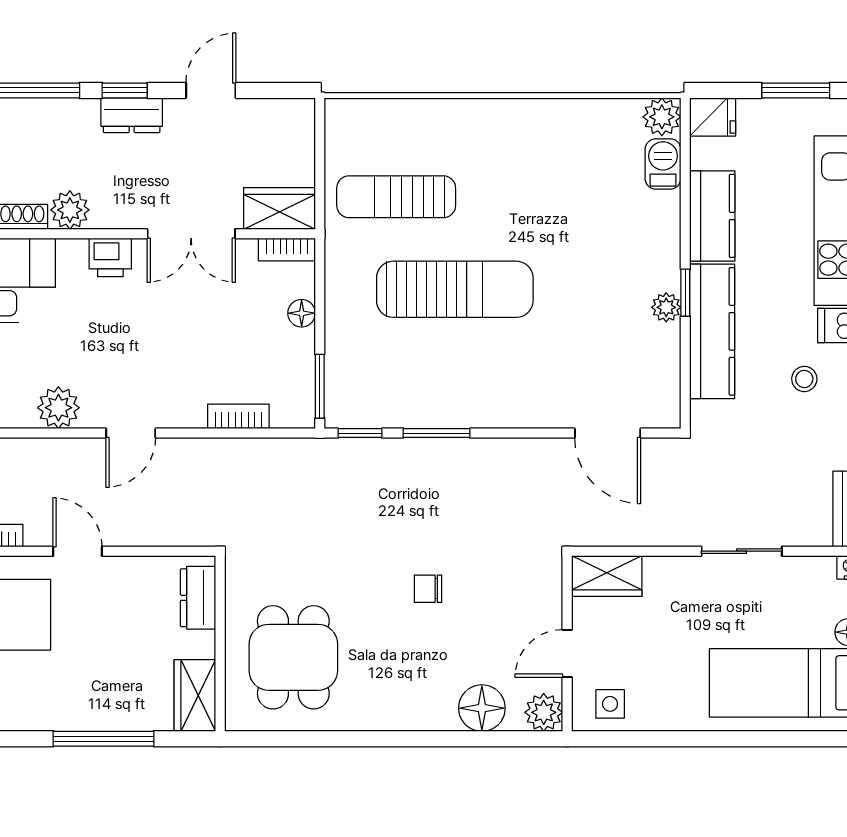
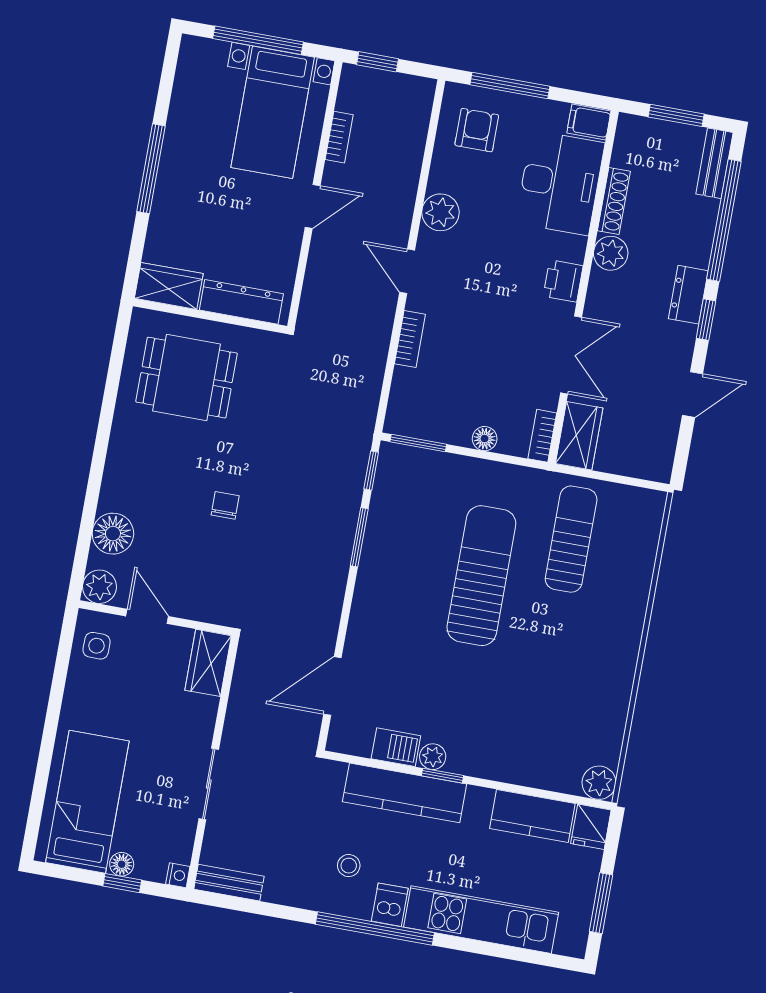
door: (211, 90) -> (693, 395), hinge flipped
dresser: (132, 115) -> (688, 295), moved
barbecue: (663, 164) -> (396, 747), moved
kitchen counter: (712, 216) -> (532, 816), moved
double door: (191, 234) -> (571, 355), swing flipped
sun lounger: (455, 289) -> (481, 576), turned 180
bookcase: (238, 416) -> (410, 339), moved
dresser: (198, 598) -> (241, 302), width x1.44
window: (103, 739) -> (151, 169), moved

